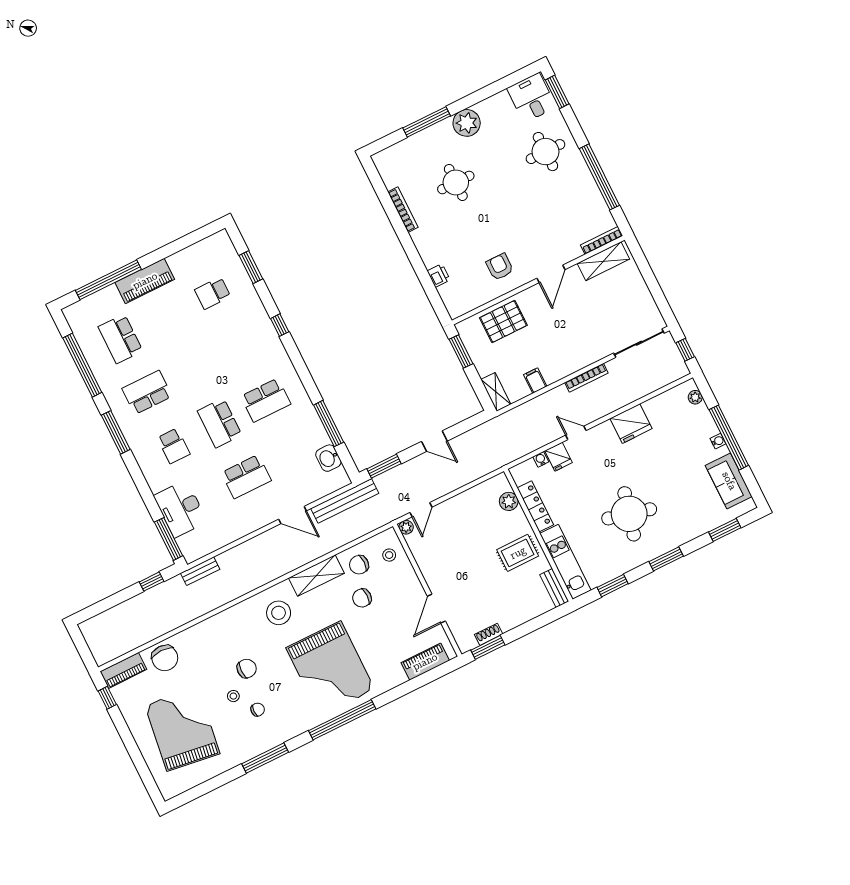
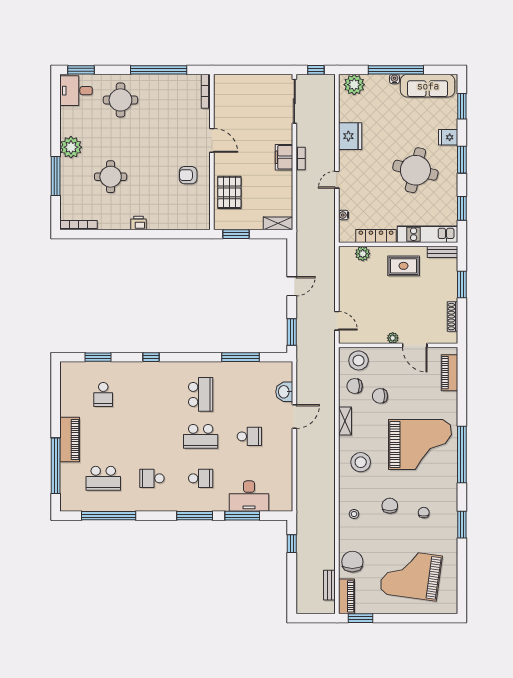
bookcase: (403, 210) -> (79, 225), moved
shelving: (603, 261) -> (222, 97), removed
printer: (438, 275) -> (139, 223), moved
bookcase: (586, 378) -> (301, 158), width x0.64
filing cabinet: (535, 381) -> (284, 157), moved, width x2.00
school desk: (147, 392) -> (152, 478), width x0.54
plant: (695, 397) -> (354, 85), width x1.88, depth x1.88
window: (116, 432) -> (195, 516), moved
fridge: (558, 457) -> (448, 137), moved, turned 180
washbasin: (328, 458) -> (284, 392), moved, turned 90
school desk: (246, 477) -> (249, 436), width x0.54
sofa: (729, 481) -> (428, 86), width x1.36
bench: (345, 501) -> (303, 373), removed
plant: (406, 527) -> (393, 338), moved
window: (169, 539) -> (242, 516), moved
rug: (518, 553) -> (404, 266), turned 90
stool: (389, 555) -> (359, 360), width x1.89, depth x1.89
chair: (359, 565) -> (355, 386), turned 90
bench: (200, 571) -> (329, 585), moved
shelving: (316, 576) -> (345, 421), width x0.67, depth x0.75
chair: (362, 598) -> (380, 396), turned 90
shoe rack: (489, 634) -> (452, 317), width x1.43
window: (488, 647) -> (462, 285), moved
chair: (165, 658) -> (352, 562), turned -90
stool: (233, 696) -> (354, 514), moved
window: (107, 698) -> (361, 618), width x1.50
window: (265, 758) -> (462, 525), width x0.69

